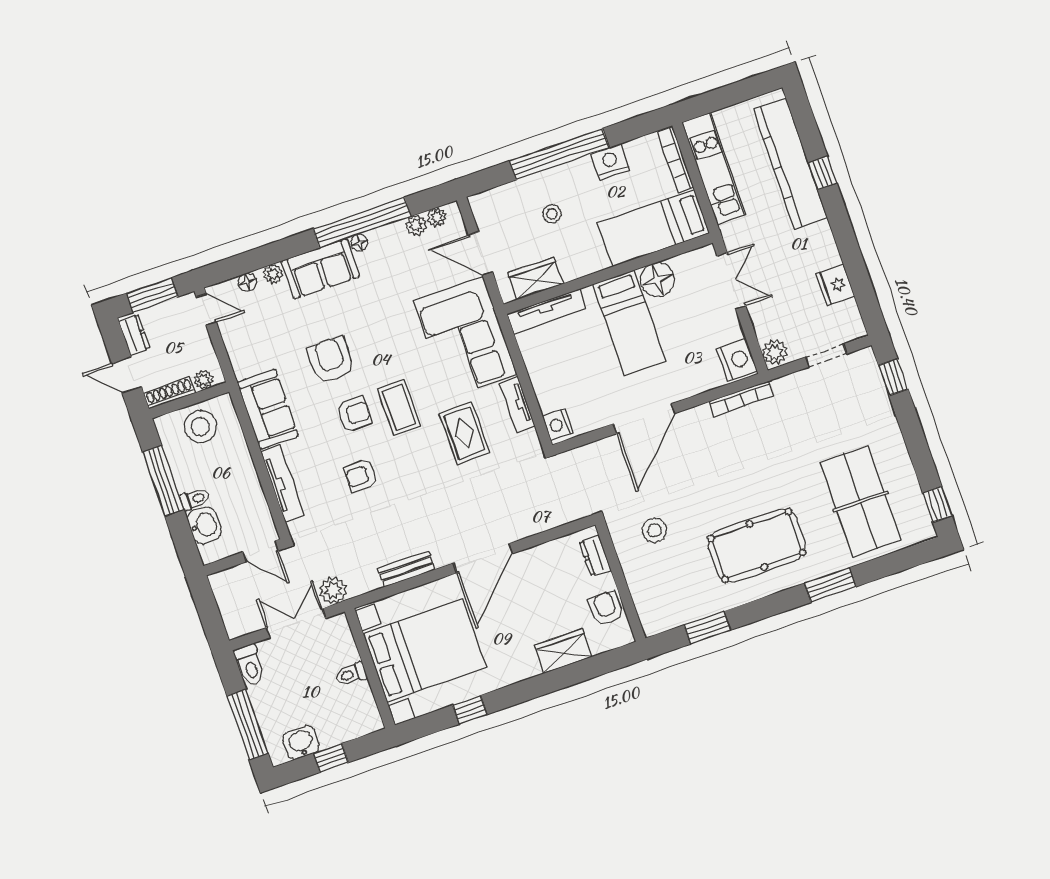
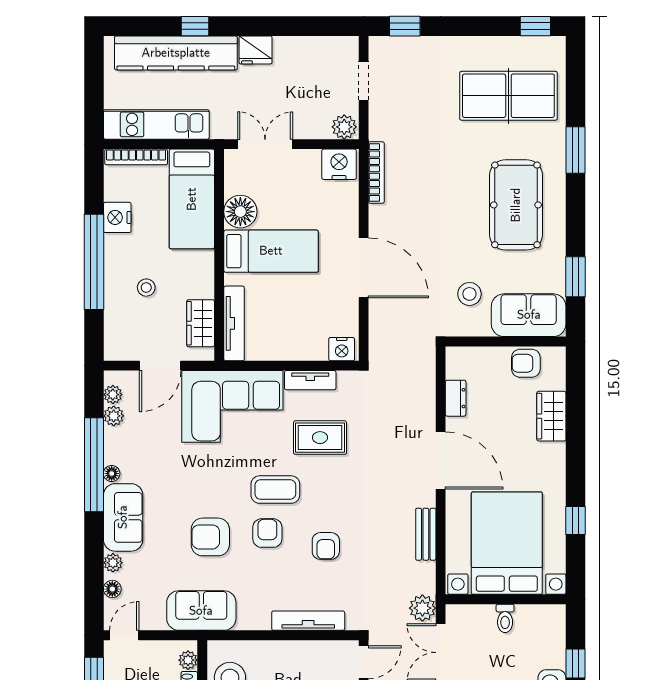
fridge: (835, 285) -> (256, 50), moved
sofa: (268, 409) -> (201, 611), moved
dresser: (595, 556) -> (456, 398), moved, turned -90
sofa: (654, 595) -> (529, 315), added

